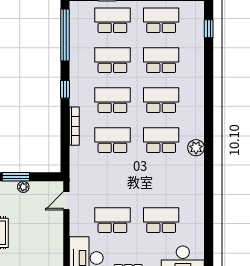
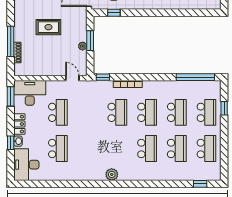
window: (65, 89) -> (103, 77), moved
school desk: (161, 140) -> (117, 148), removed

